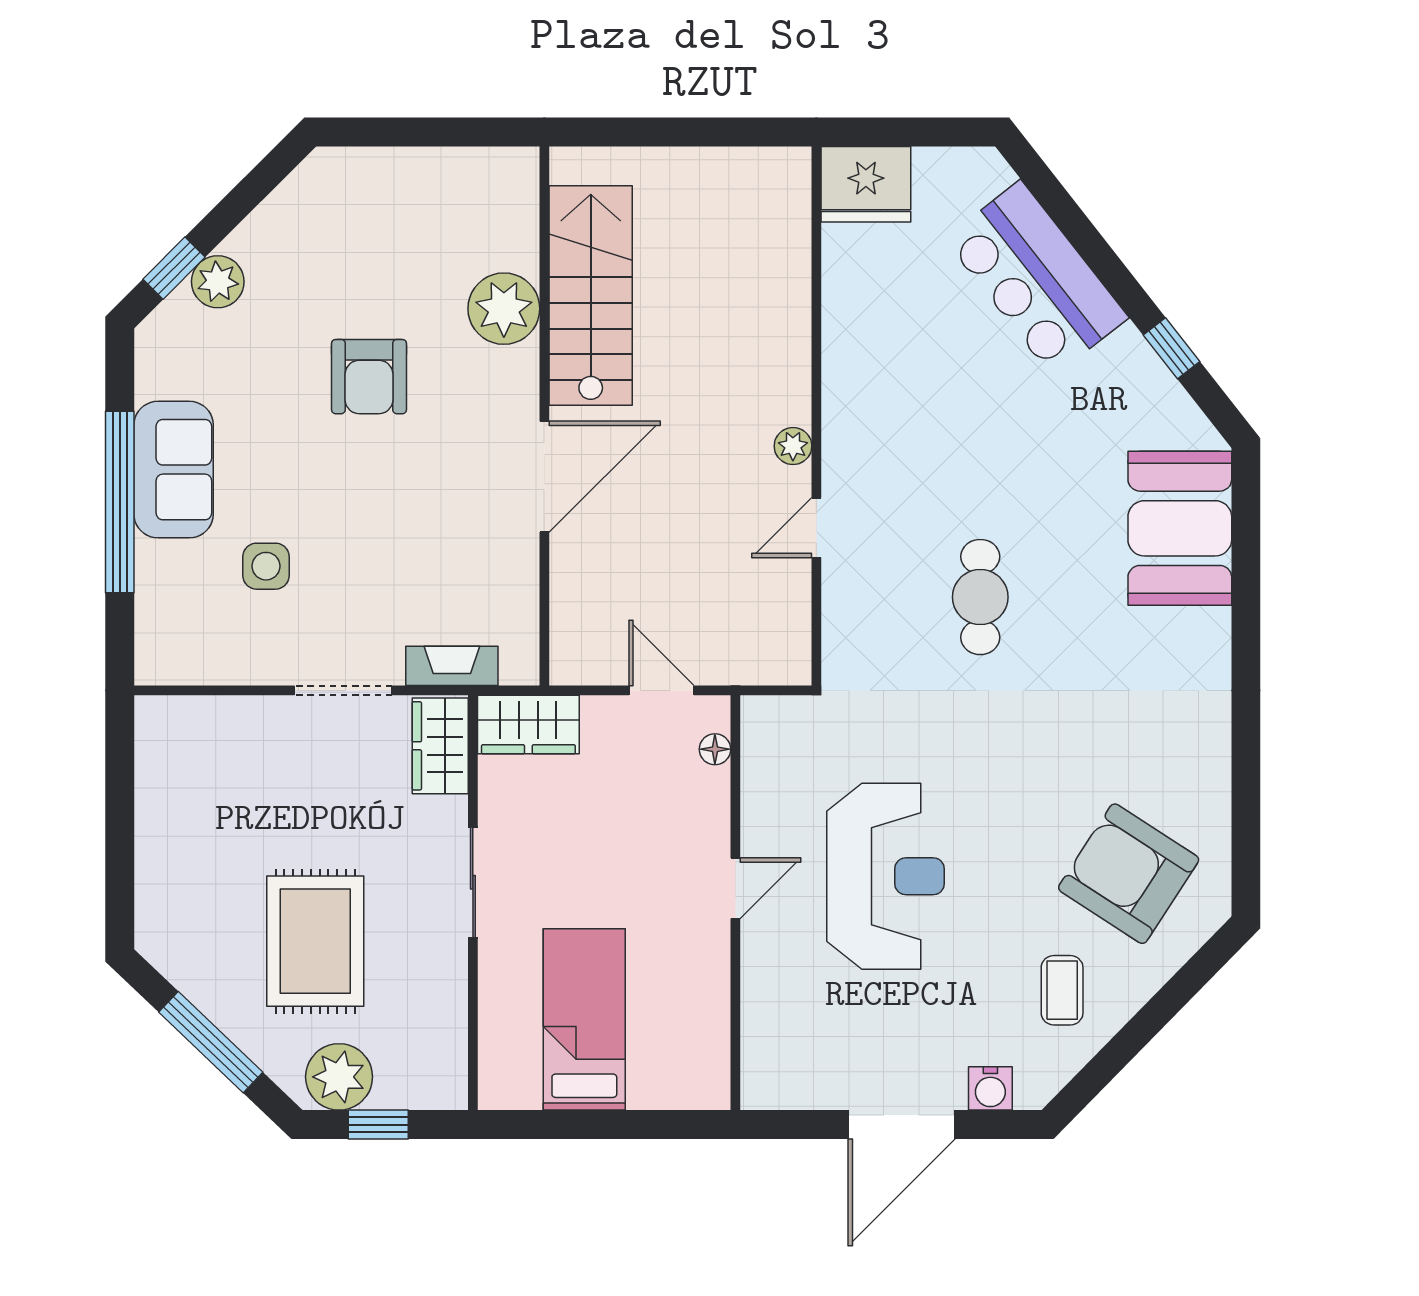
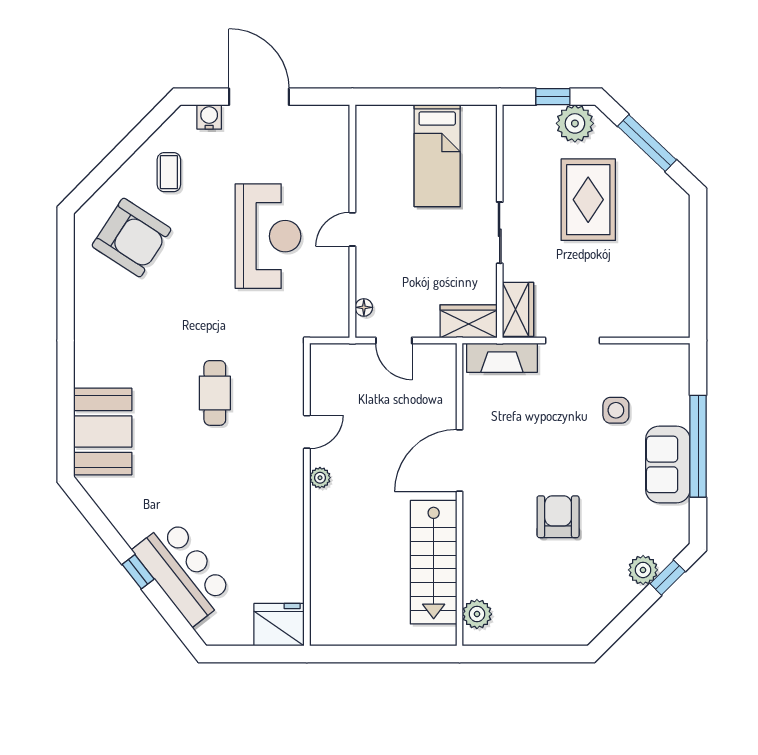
plant: (504, 309) -> (477, 614), moved, width x0.73, depth x0.73
window: (1172, 348) -> (138, 572), moved
fireplace: (452, 666) -> (502, 358), width x1.37, depth x1.32
reception desk: (886, 876) -> (268, 236), turned 180
door: (902, 1125) -> (259, 97), hinge flipped

